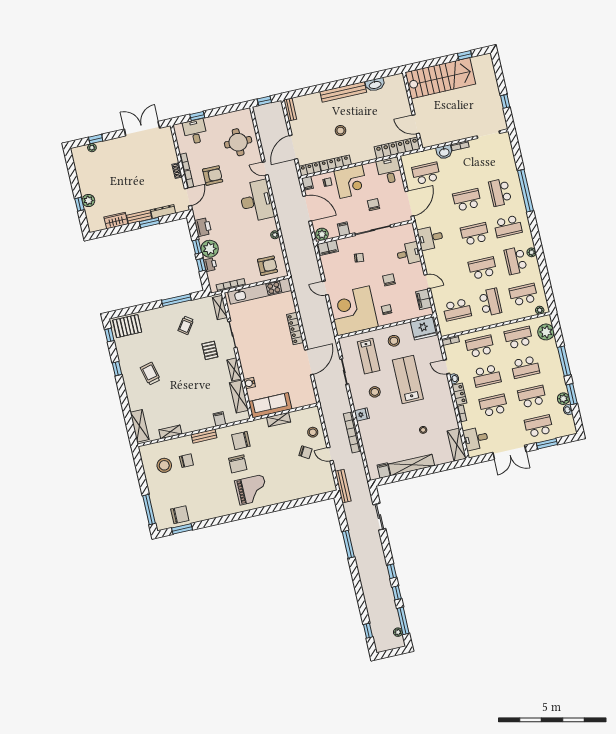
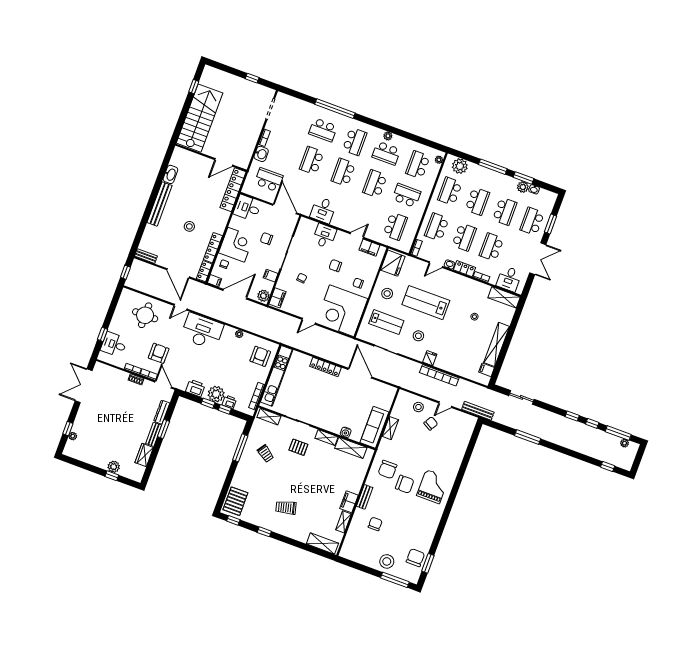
school desk: (426, 173) -> (269, 180), turned 90
school desk: (532, 397) -> (505, 211), turned 180
filing cabinet: (219, 419) -> (349, 502), moved, width x2.00
stool: (164, 465) -> (387, 561), moved

